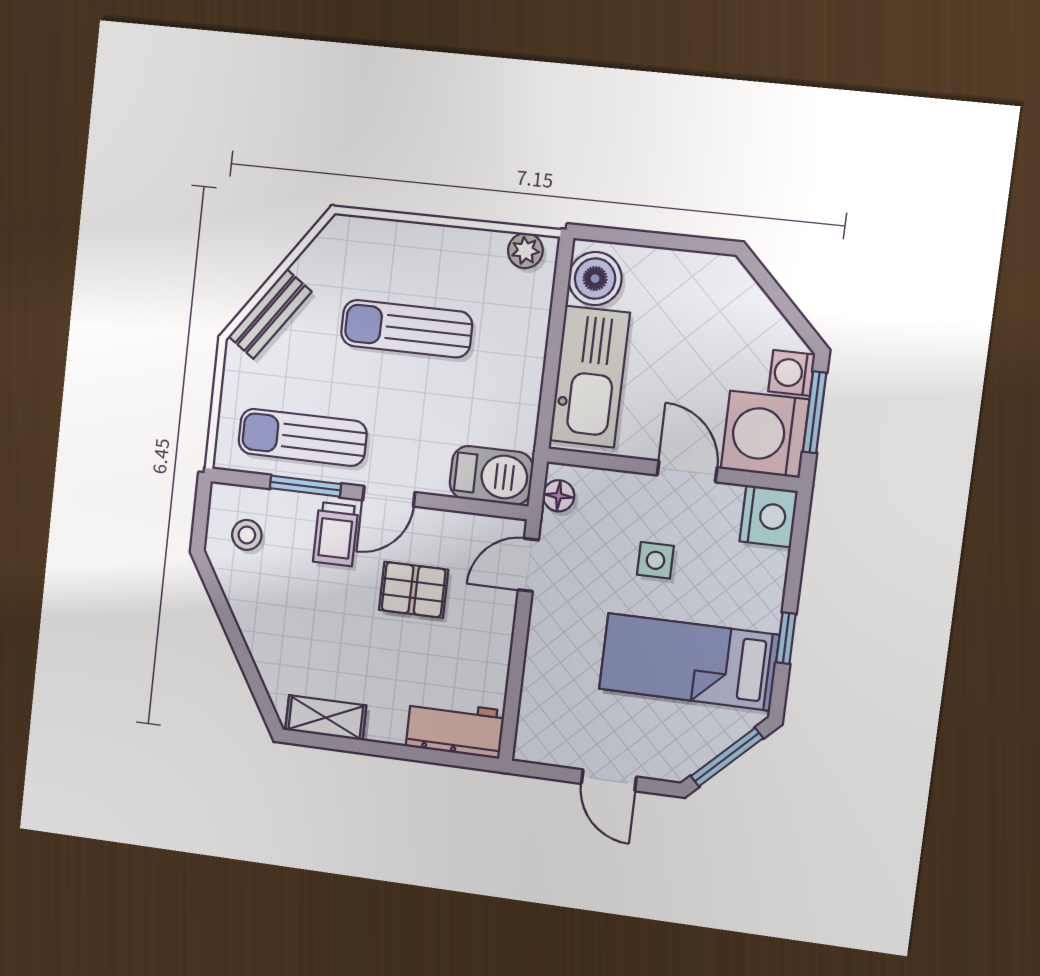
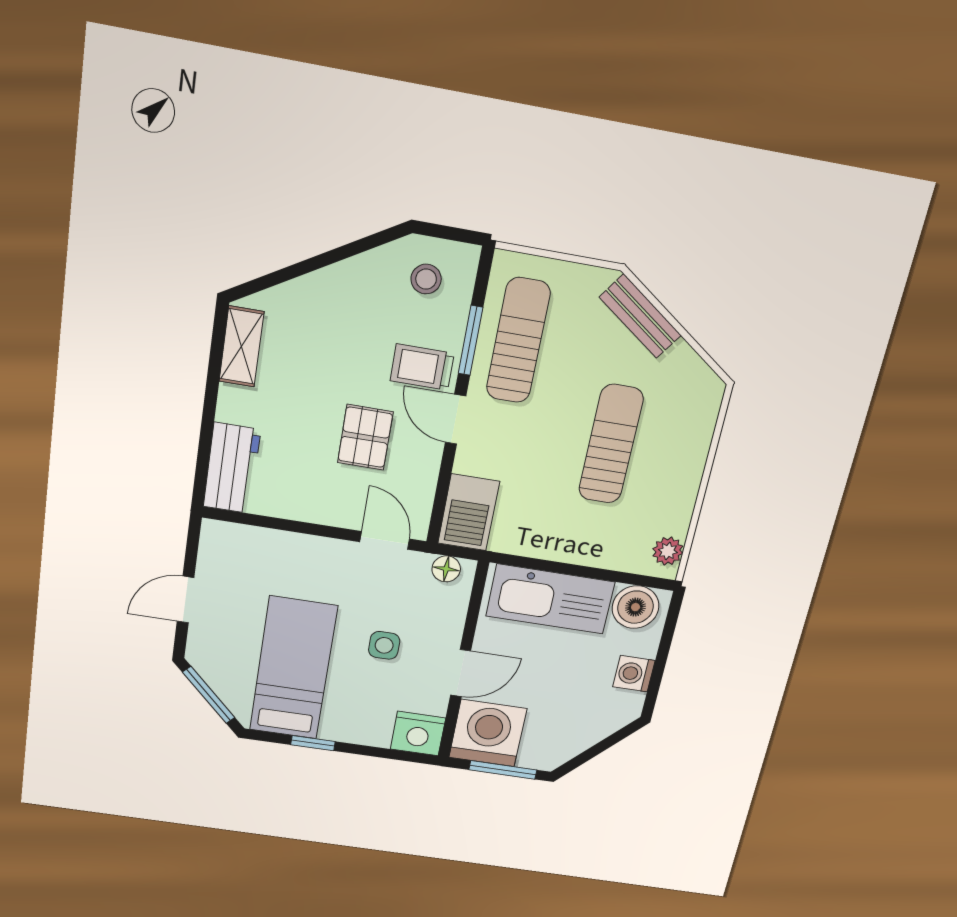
washing machine: (792, 373) -> (634, 674), moved, turned -90

